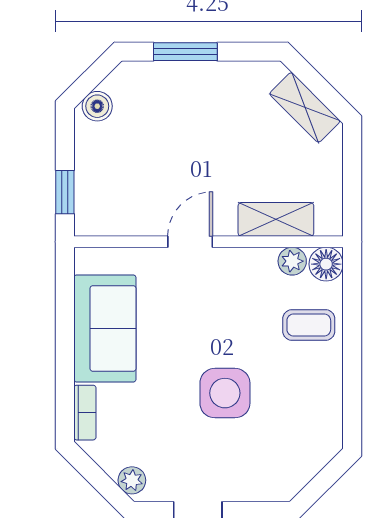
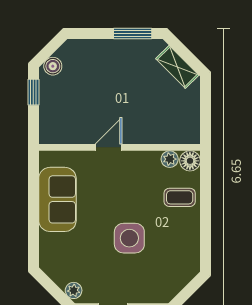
window: (185, 52) -> (133, 33), moved
window: (65, 192) -> (33, 92), moved
shelving: (276, 219) -> (160, 134), removed
bookcase: (85, 413) -> (45, 250), removed

